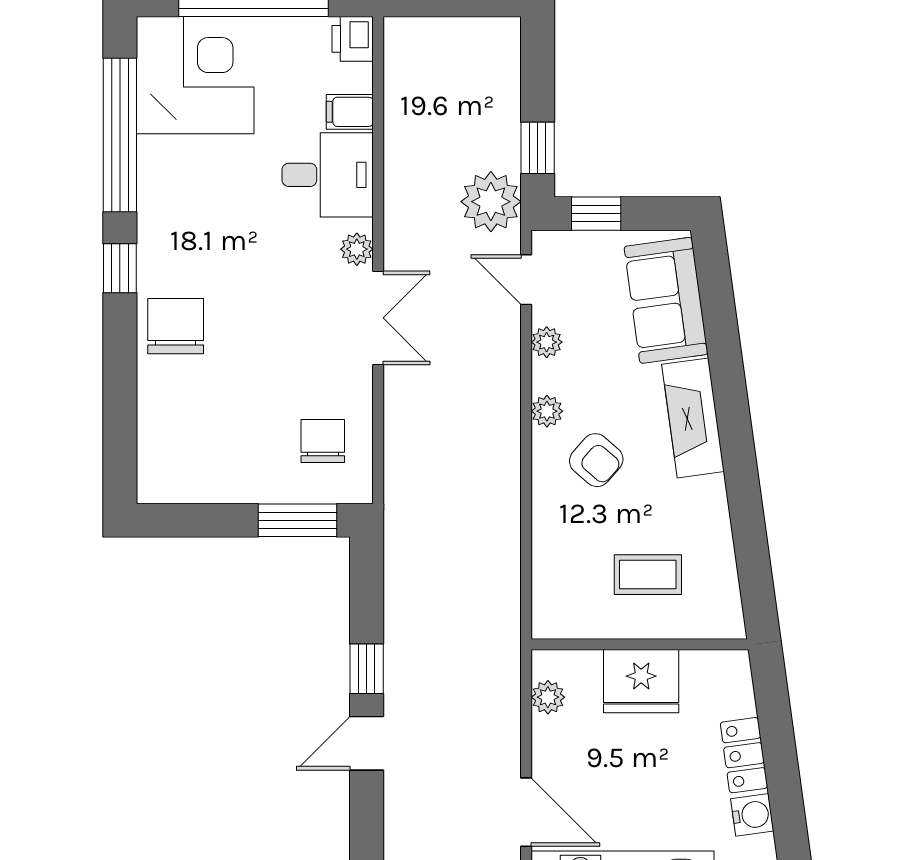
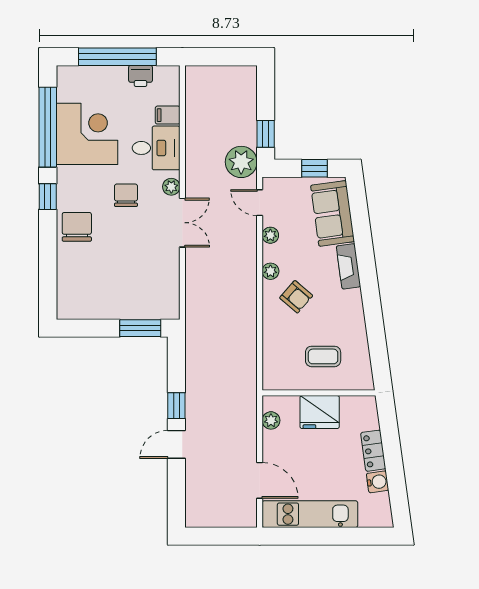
printer: (353, 39) -> (141, 76), moved, turned -90
corner desk: (195, 75) -> (87, 134), moved
window: (596, 214) -> (314, 168), moved
fireplace: (693, 418) -> (348, 266), width x0.73, depth x0.76
chair: (323, 441) -> (126, 195), moved

